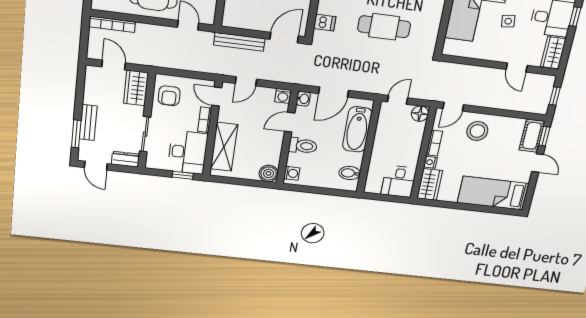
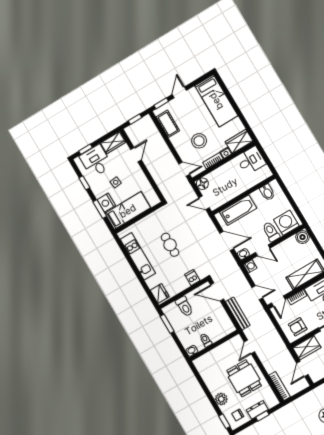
cafe table: (384, 27) -> (170, 245), width x0.73, depth x0.74
armchair: (169, 96) -> (298, 327), turned 180
stool: (477, 131) -> (199, 141), moved
cot: (532, 136) -> (168, 124), moved, turned 90
washing machine: (292, 173) -> (286, 223), width x1.89, depth x1.89

